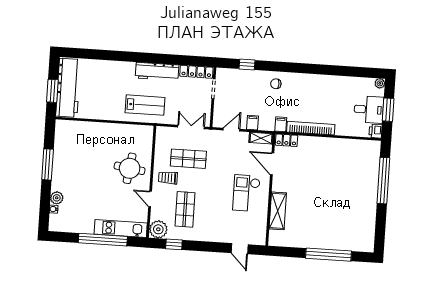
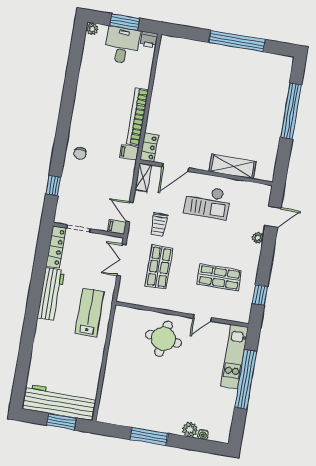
filing cabinet: (253, 123) -> (117, 227), moved
trolley: (168, 178) -> (159, 225), moved
window: (383, 181) -> (237, 41), moved
plant: (158, 229) -> (258, 238), moved, width x0.53, depth x0.53

